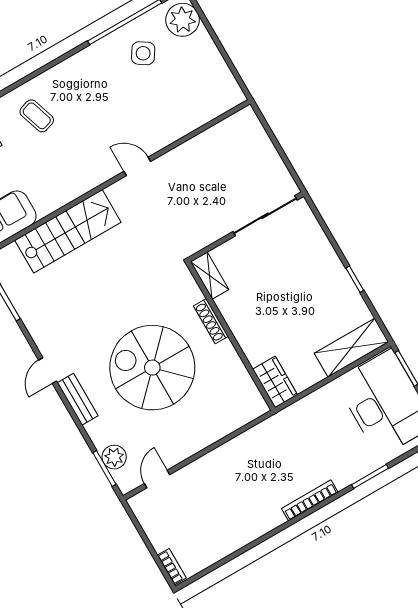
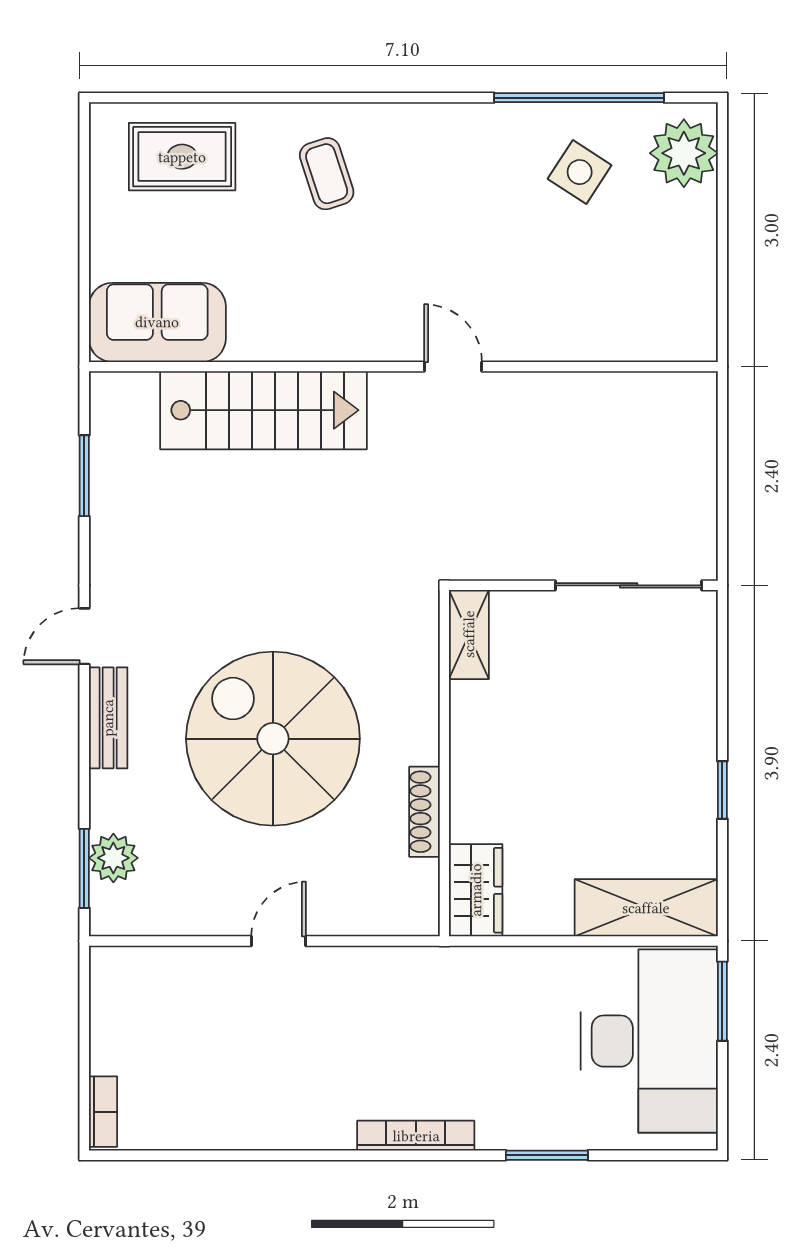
shoe rack: (211, 321) -> (424, 812), moved
door: (157, 479) -> (279, 941), moved

